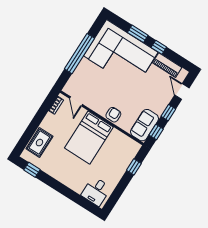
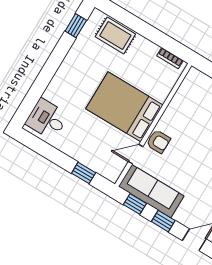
door: (76, 101) -> (136, 154), moved
sofa: (145, 125) -> (151, 191), width x1.36

